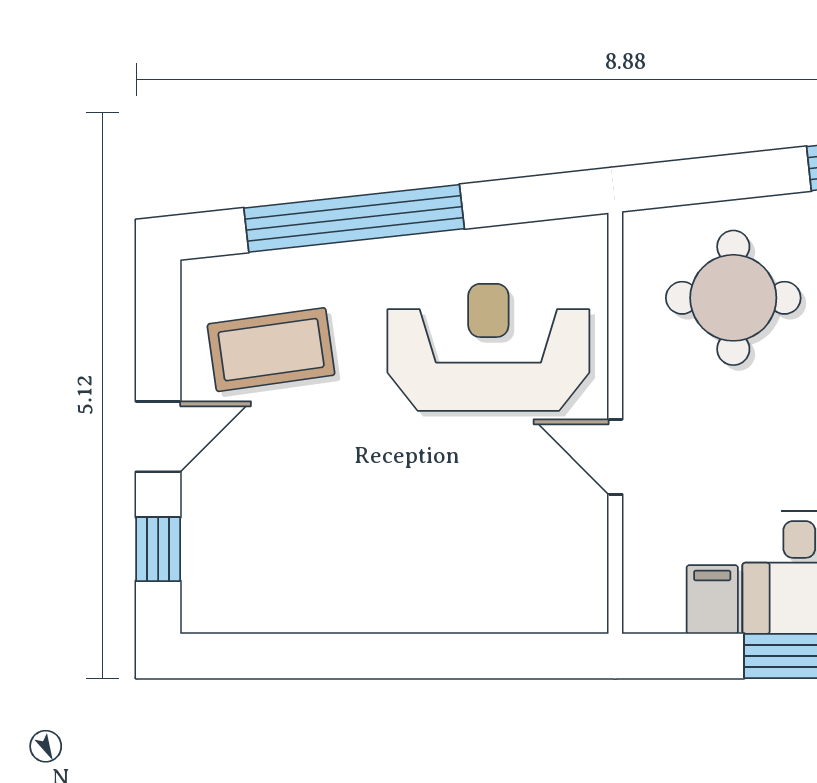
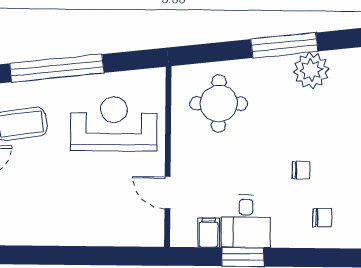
door: (615, 457) -> (167, 192), moved

